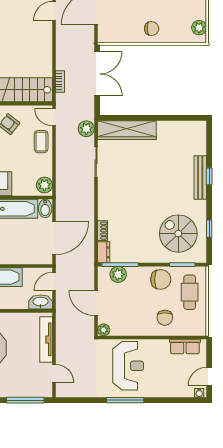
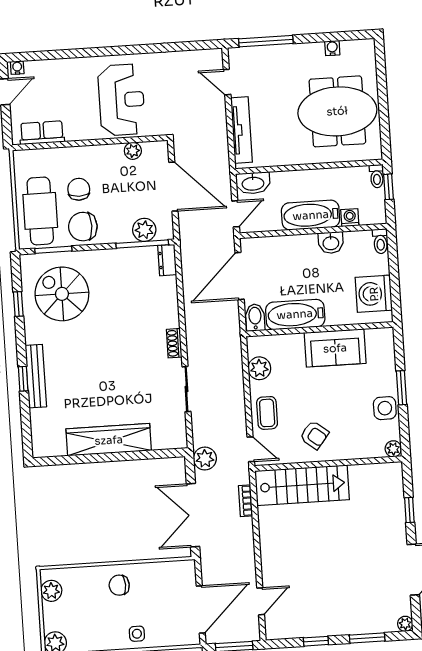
plant: (86, 129) -> (205, 459), moved
wardrobe: (127, 130) -> (109, 440), moved
plant: (44, 185) -> (259, 368), moved
shoe rack: (103, 231) -> (174, 343), moved
spiral stairs: (178, 234) -> (62, 294), turned 180
cafe table: (190, 292) -> (40, 211), width x1.37, depth x1.35
door: (96, 303) -> (173, 187), width x1.36
chair: (165, 318) -> (79, 189), moved
plant: (104, 330) -> (133, 151), moved
reception desk: (128, 366) -> (122, 100), turned 180
window: (125, 400) -> (123, 50), removed

